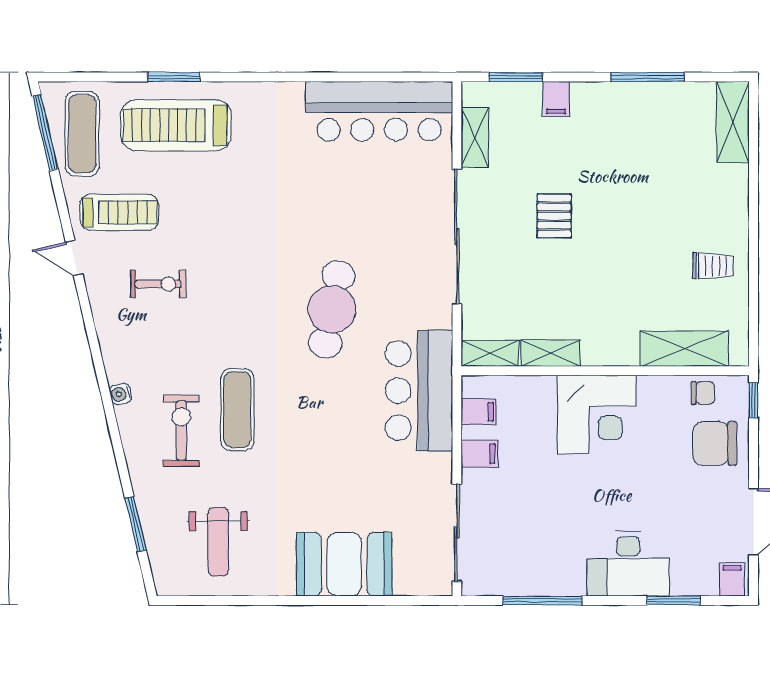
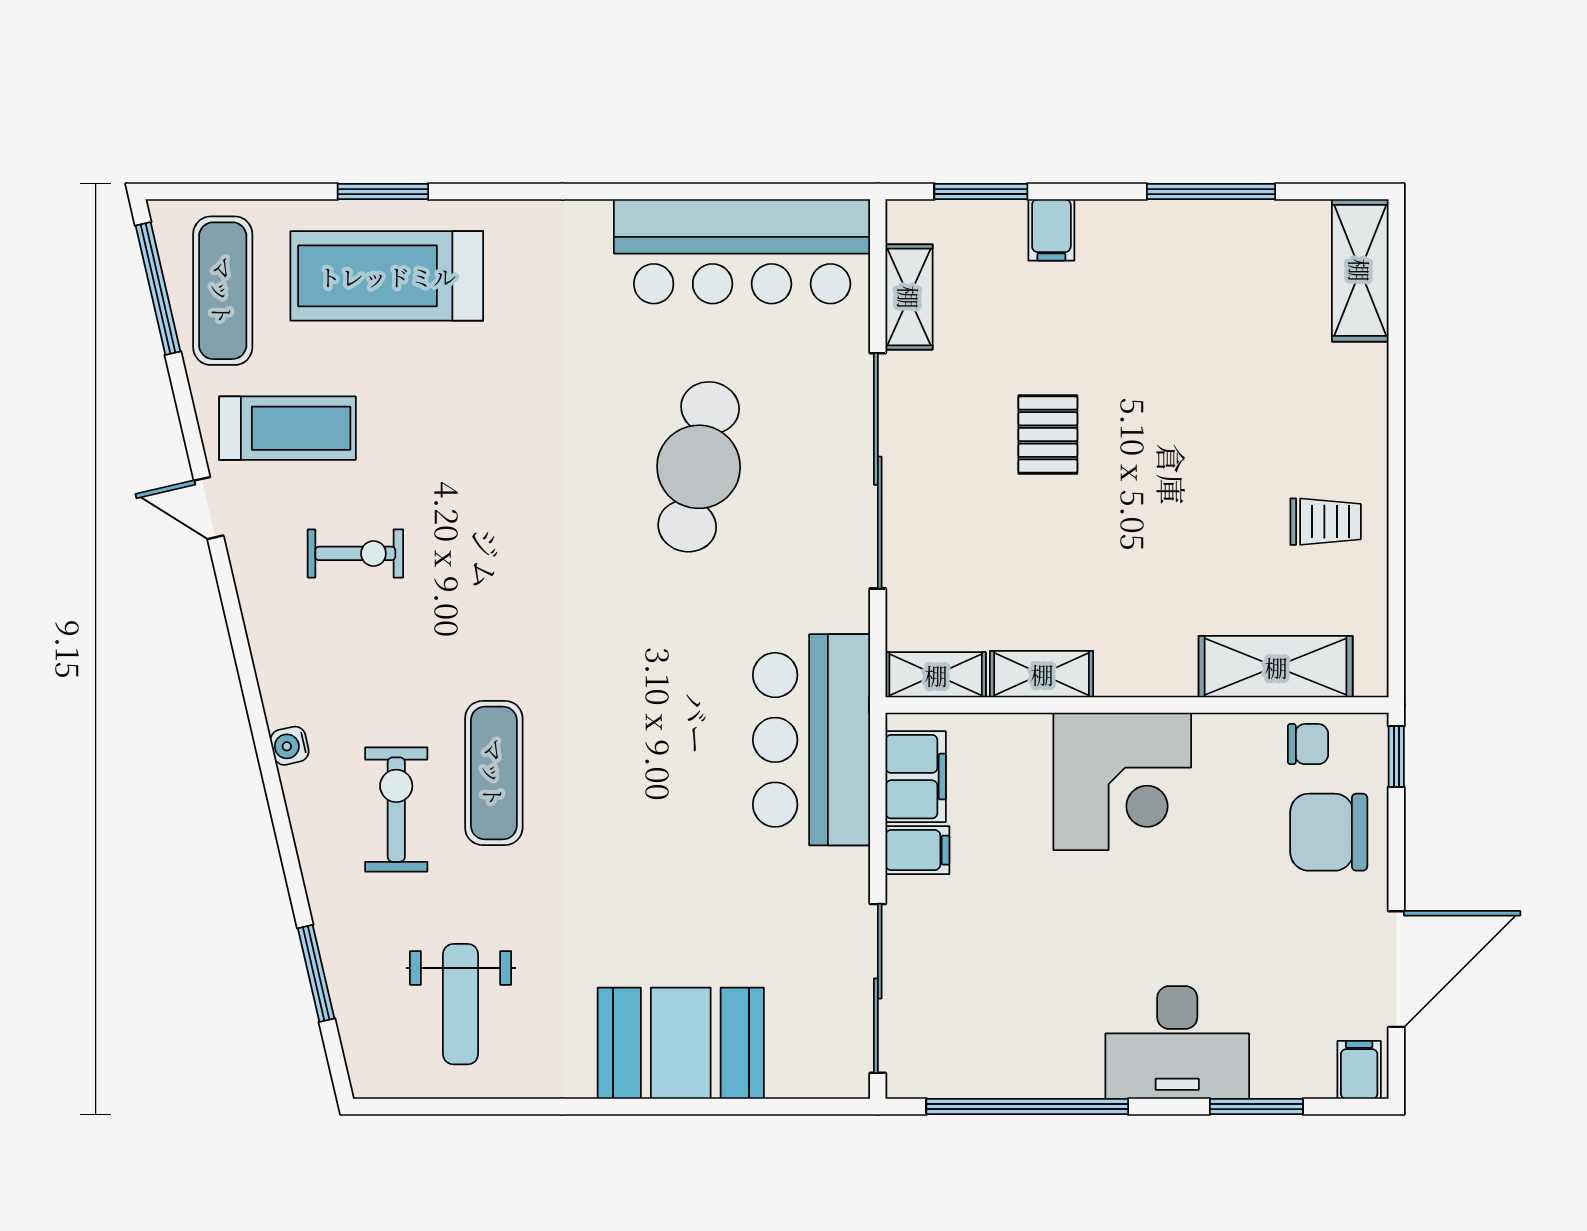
cafe table: (332, 309) -> (699, 467), moved
filing cabinet: (479, 412) -> (916, 777), width x2.00
window: (542, 600) -> (1027, 1107), width x1.46

